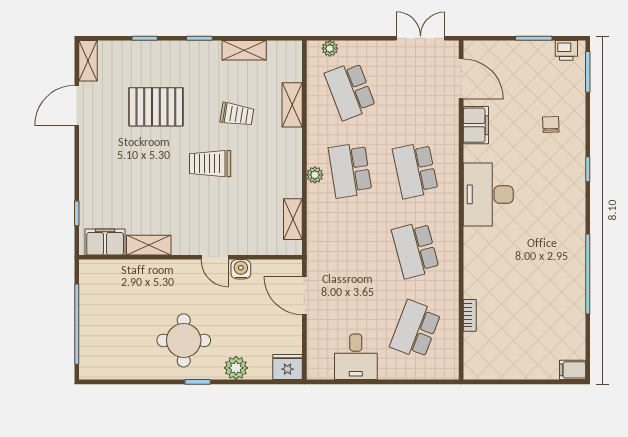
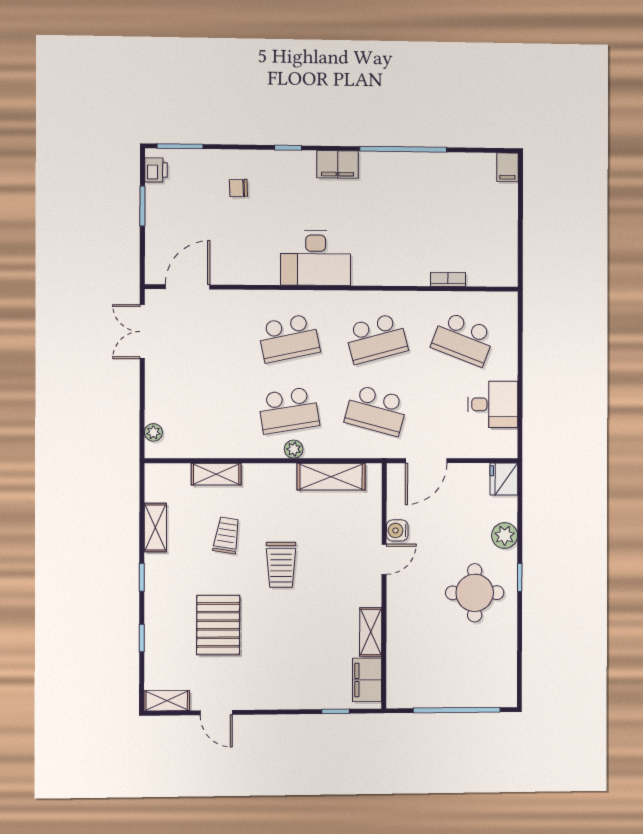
school desk: (350, 91) -> (376, 410), moved, turned 36
door: (77, 105) -> (216, 713), width x0.73
filing cabinet: (476, 125) -> (338, 164), moved, turned 180
shelving: (293, 219) -> (331, 477), width x1.50, depth x1.33

